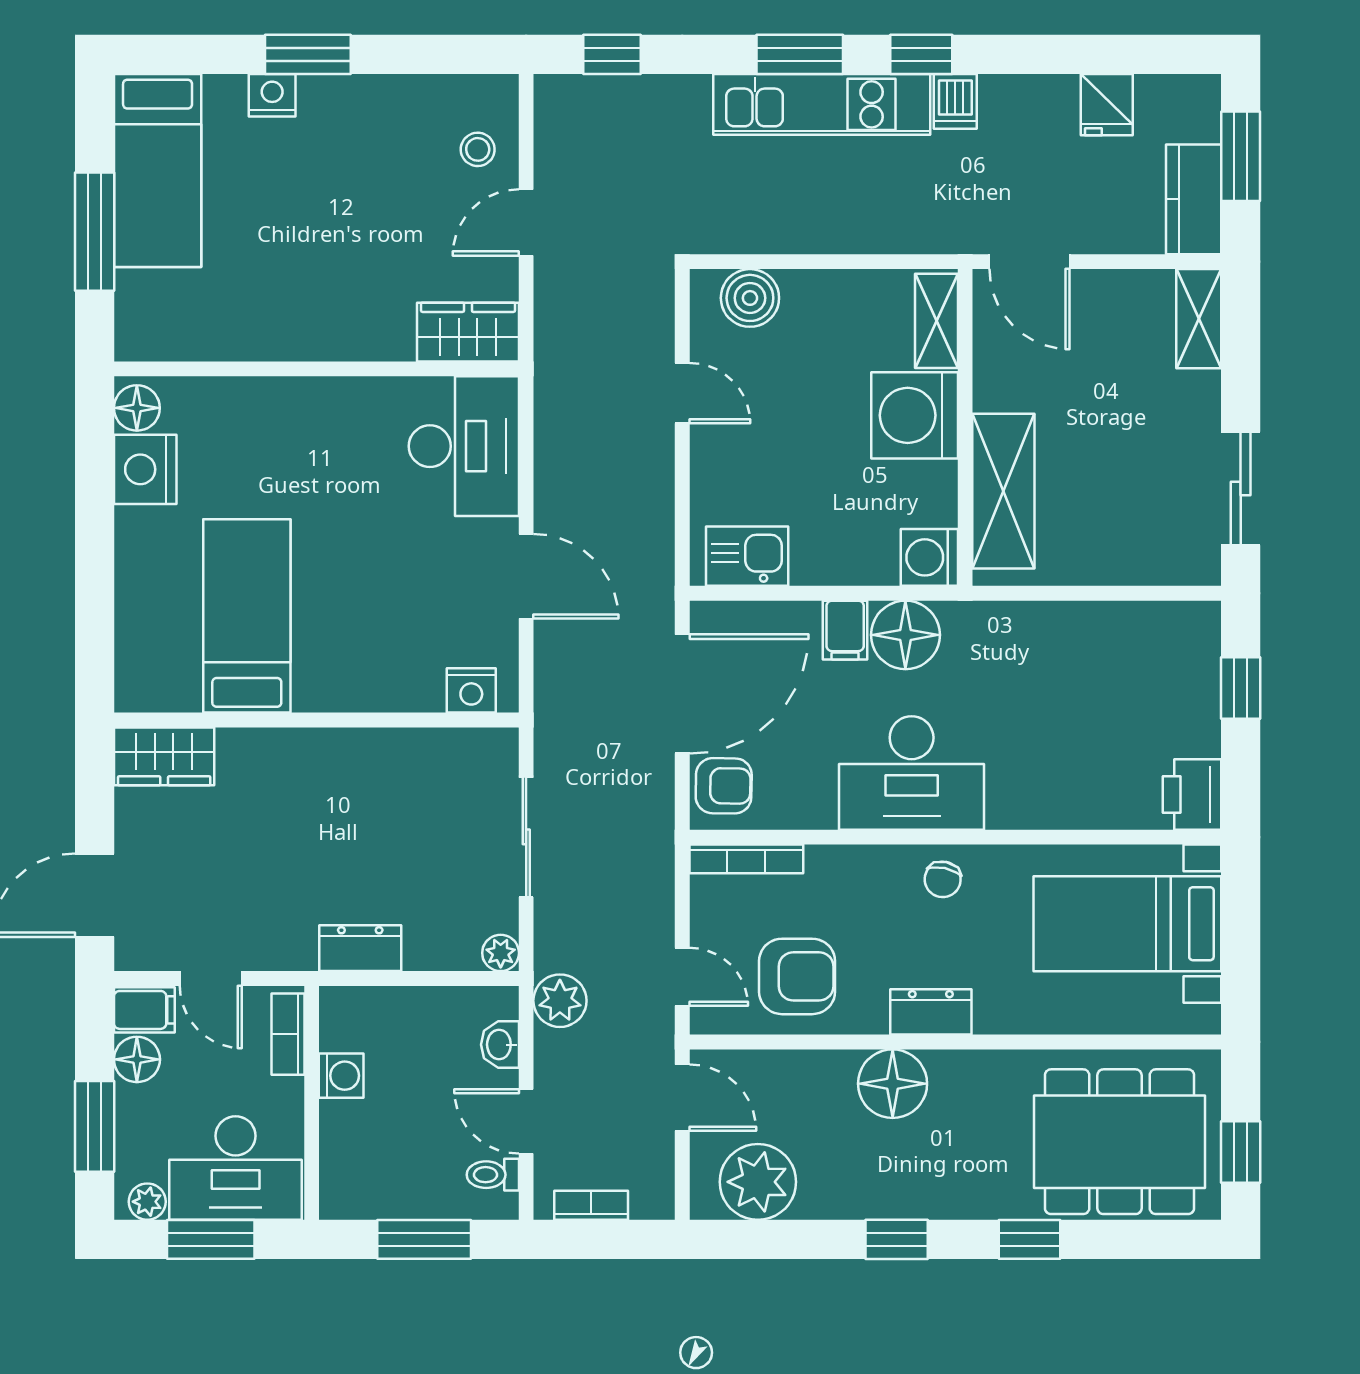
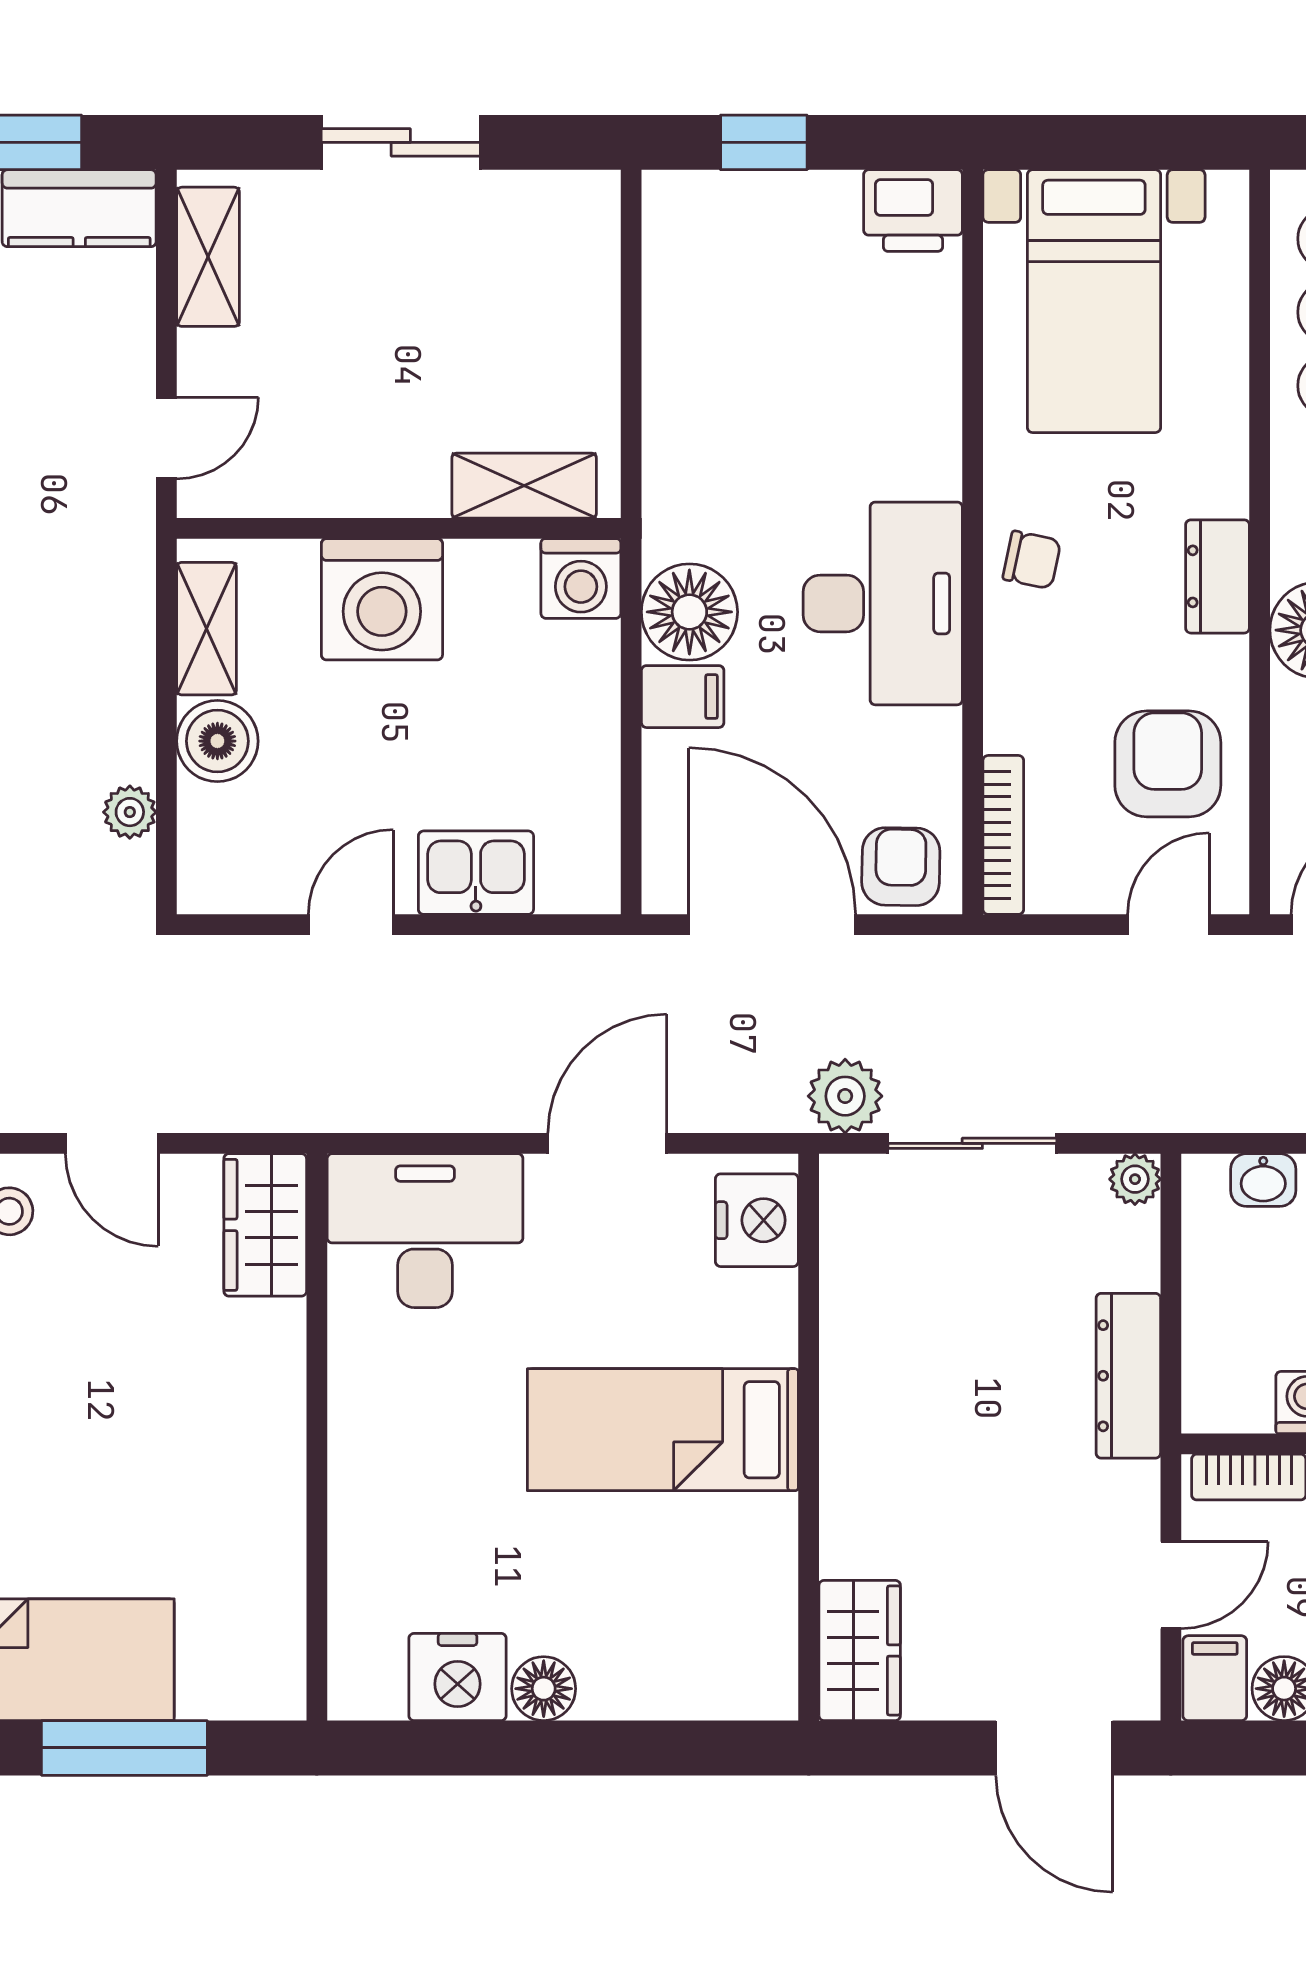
plant: (763, 235) -> (130, 812), added
door: (1030, 262) -> (166, 438), width x0.73
boiler: (750, 298) -> (217, 741), moved
shelving: (1199, 319) -> (208, 257), moved, turned 90
shelving: (937, 321) -> (207, 629), moved, turned 90
floor lamp: (137, 408) -> (544, 1689), moved
sliding door: (1241, 489) -> (401, 142), moved
shelving: (1003, 491) -> (524, 486), width x0.67, depth x0.75
kitchen sink: (747, 556) -> (476, 873), moved, turned 90
bed: (247, 616) -> (663, 1430), moved
nightstand: (471, 690) -> (757, 1220), width x1.36, depth x1.33
dresser: (360, 948) -> (1128, 1376), width x1.44
plant: (560, 1001) -> (845, 1096), moved

